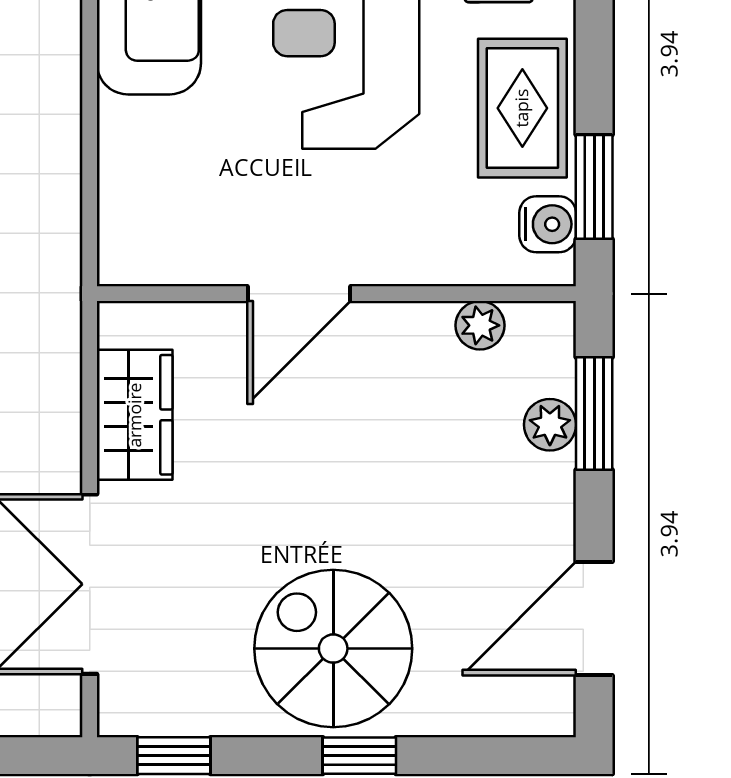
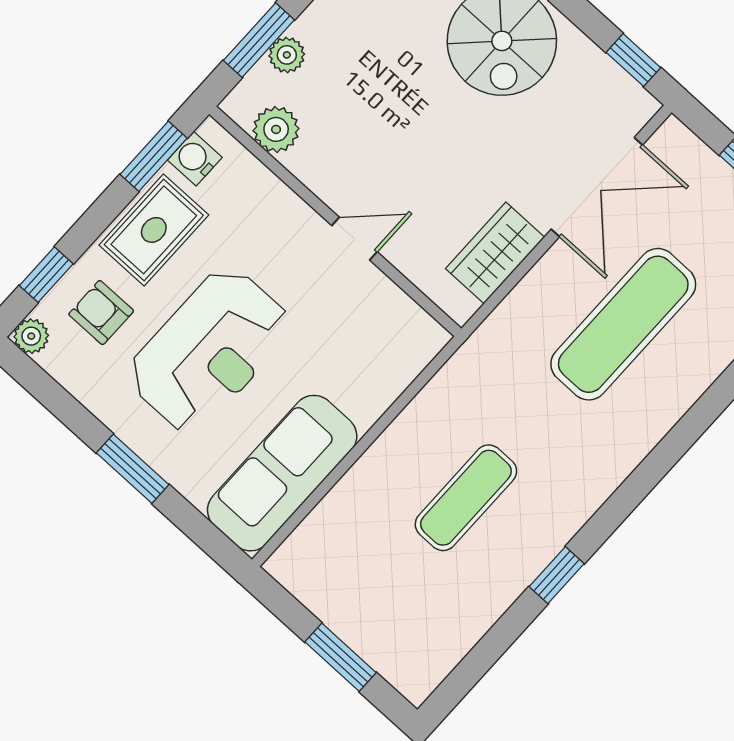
door: (299, 294) -> (355, 239), width x0.73
plant: (480, 325) -> (276, 129), width x1.38, depth x1.38

